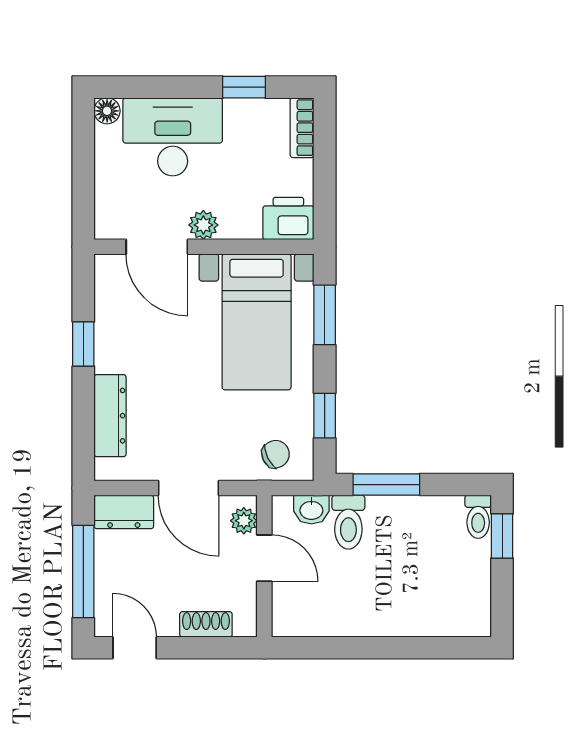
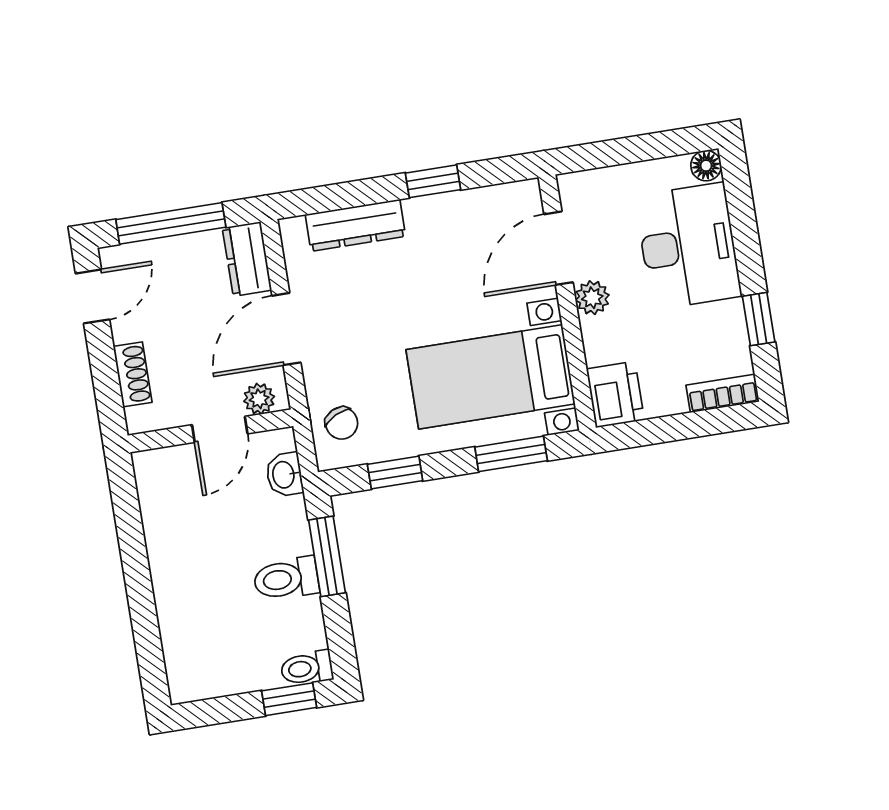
toilet: (348, 522) -> (286, 579), moved

